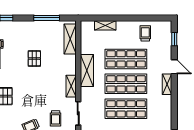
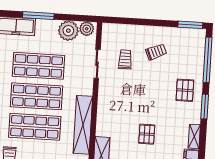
shelving: (87, 70) -> (83, 125), width x1.47
shelving: (71, 86) -> (104, 97), removed

